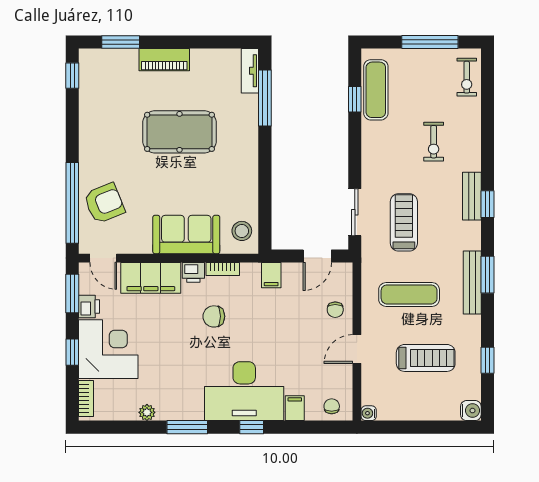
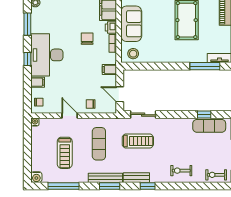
exercise bike: (434, 142) -> (181, 171), moved
bench: (472, 196) -> (136, 178), moved
window: (487, 360) -> (63, 186), width x2.17

